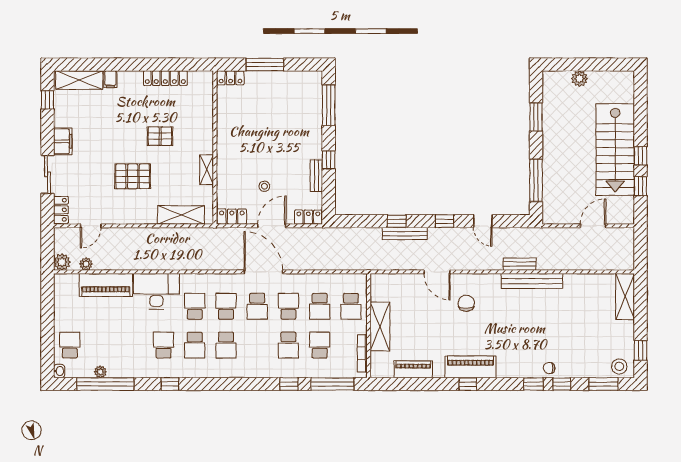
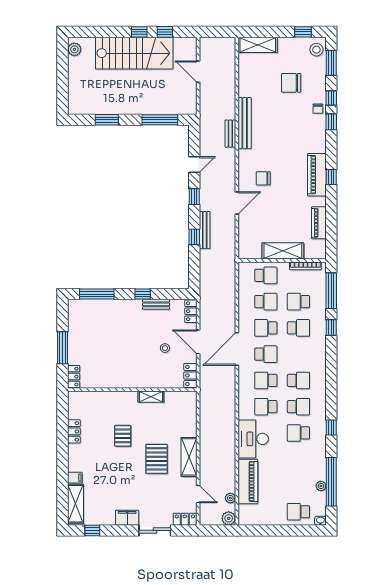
locker: (165, 78) -> (74, 431), width x0.66
plant: (579, 79) -> (74, 49), moved
shelving: (181, 215) -> (189, 457), moved
chair: (580, 336) -> (291, 83), added

